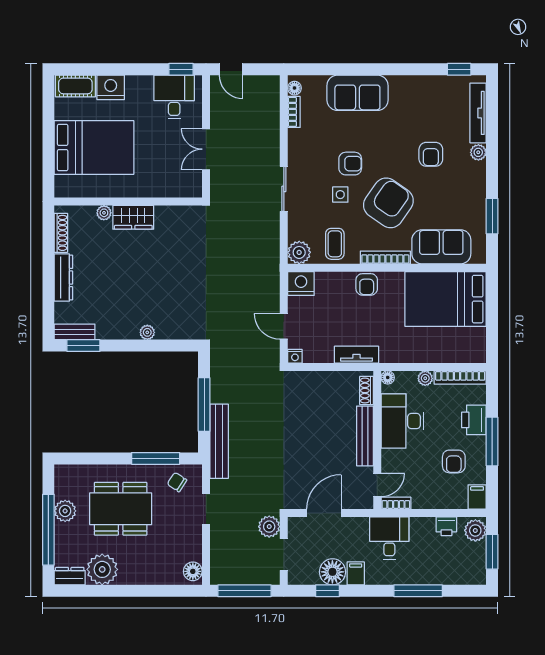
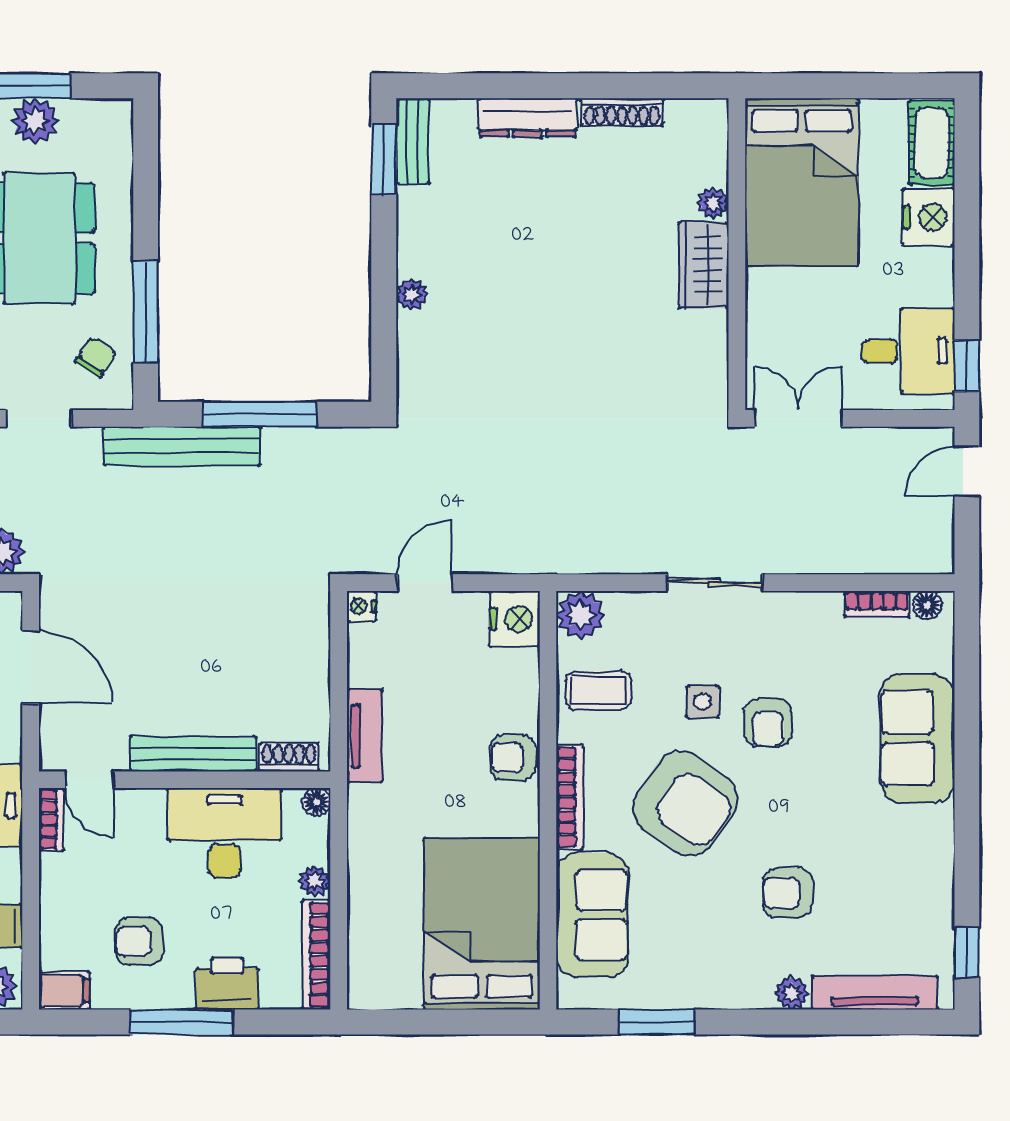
wall: (128, 202) -> (737, 254), moved
plant: (104, 213) -> (713, 203), moved
wardrobe: (133, 217) -> (704, 265), moved

